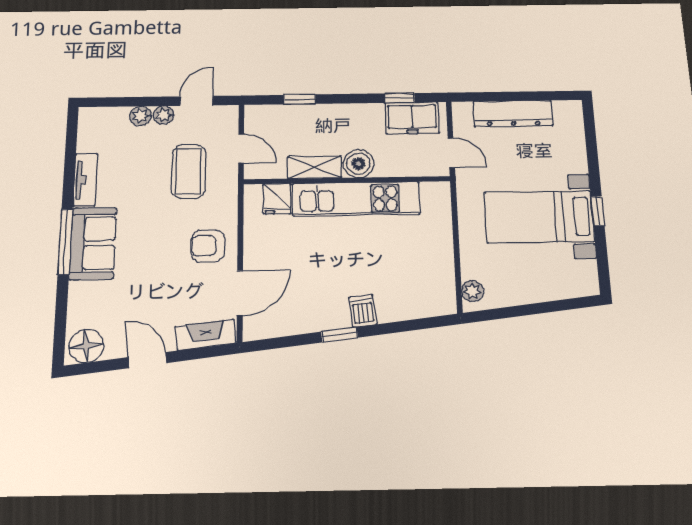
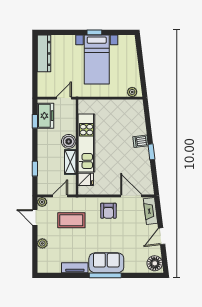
dresser: (513, 114) -> (44, 53), moved
plant: (163, 115) -> (42, 202), moved

